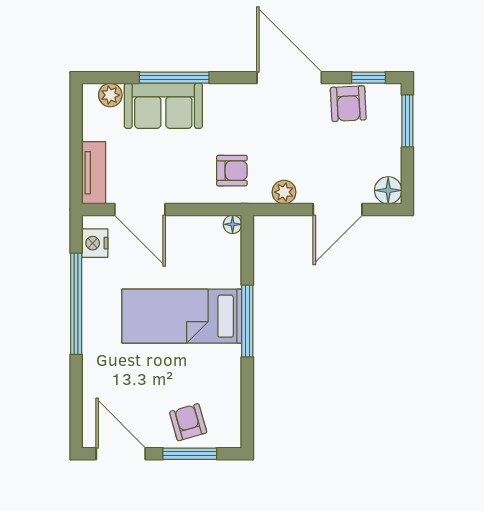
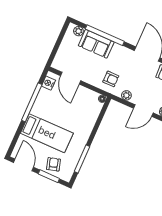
window: (174, 78) -> (105, 35), width x1.46
tv unit: (94, 173) -> (60, 57), removed
bed: (182, 316) -> (47, 133), moved, turned 180
window: (247, 321) -> (82, 159), moved

